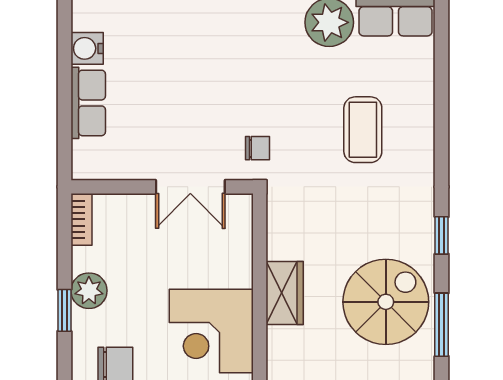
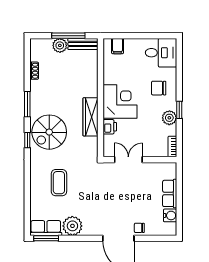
chair: (258, 148) -> (139, 228), moved
printer: (237, 268) -> (110, 127), added
wardrobe: (285, 293) -> (90, 117), width x1.50
spiral stairs: (386, 302) -> (49, 132), moved

